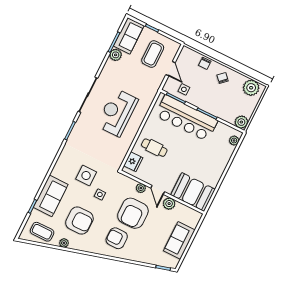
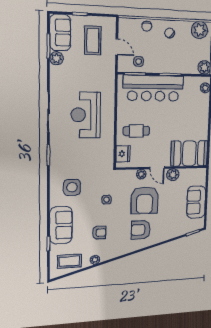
side table: (86, 176) -> (72, 187), moved
armchair: (79, 220) -> (99, 233), width x0.53, depth x0.53

